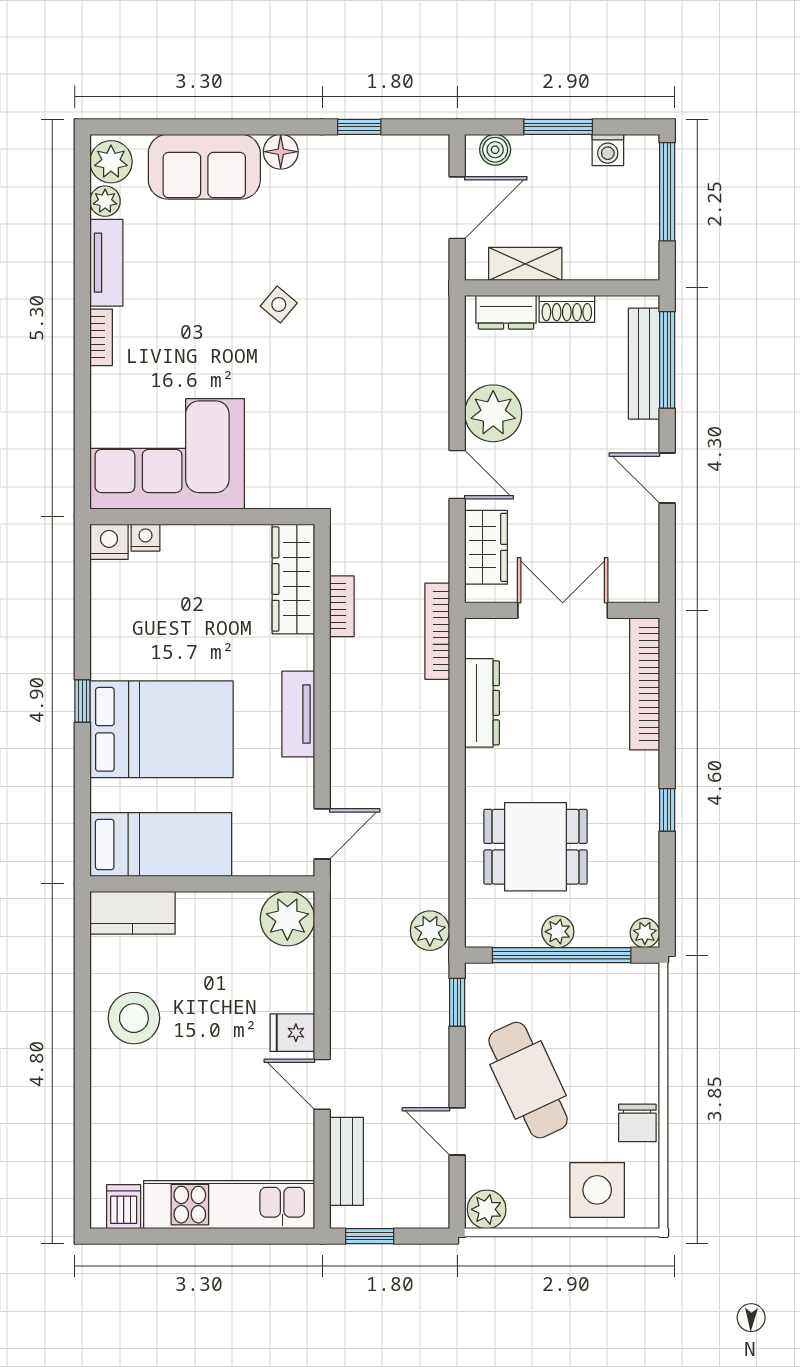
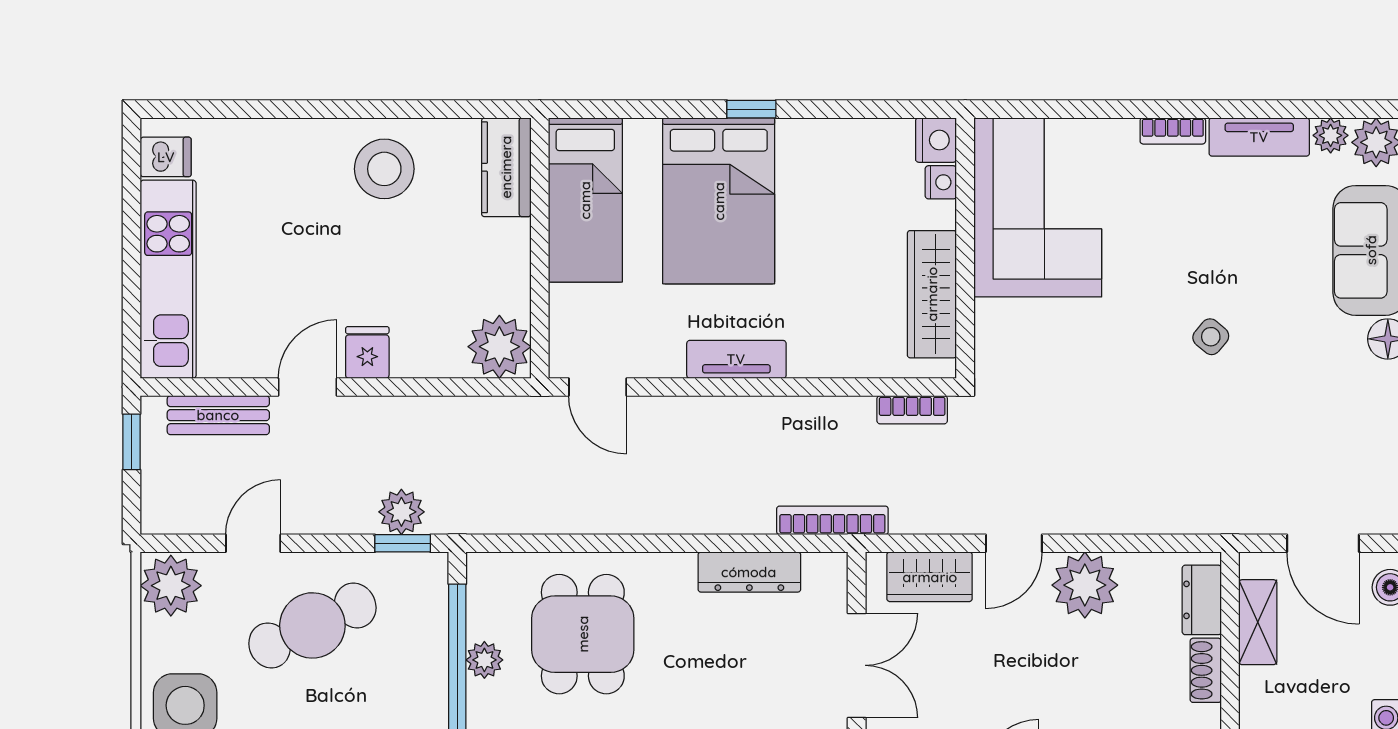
wardrobe: (293, 579) -> (932, 294), moved, turned -90
bookcase: (342, 606) -> (912, 410), moved
plant: (430, 931) -> (401, 512), moved
plant: (487, 1209) -> (171, 586), width x1.36, depth x1.36

